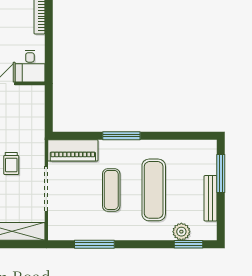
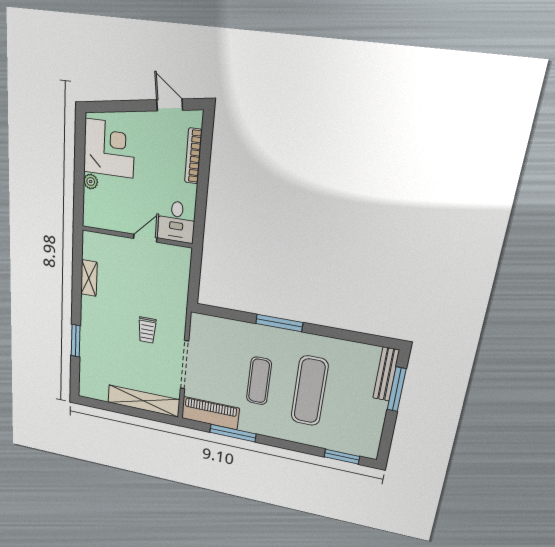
piano: (73, 150) -> (210, 413), moved, turned 180
bench: (211, 198) -> (386, 374), moved
plant: (181, 232) -> (336, 442), removed

